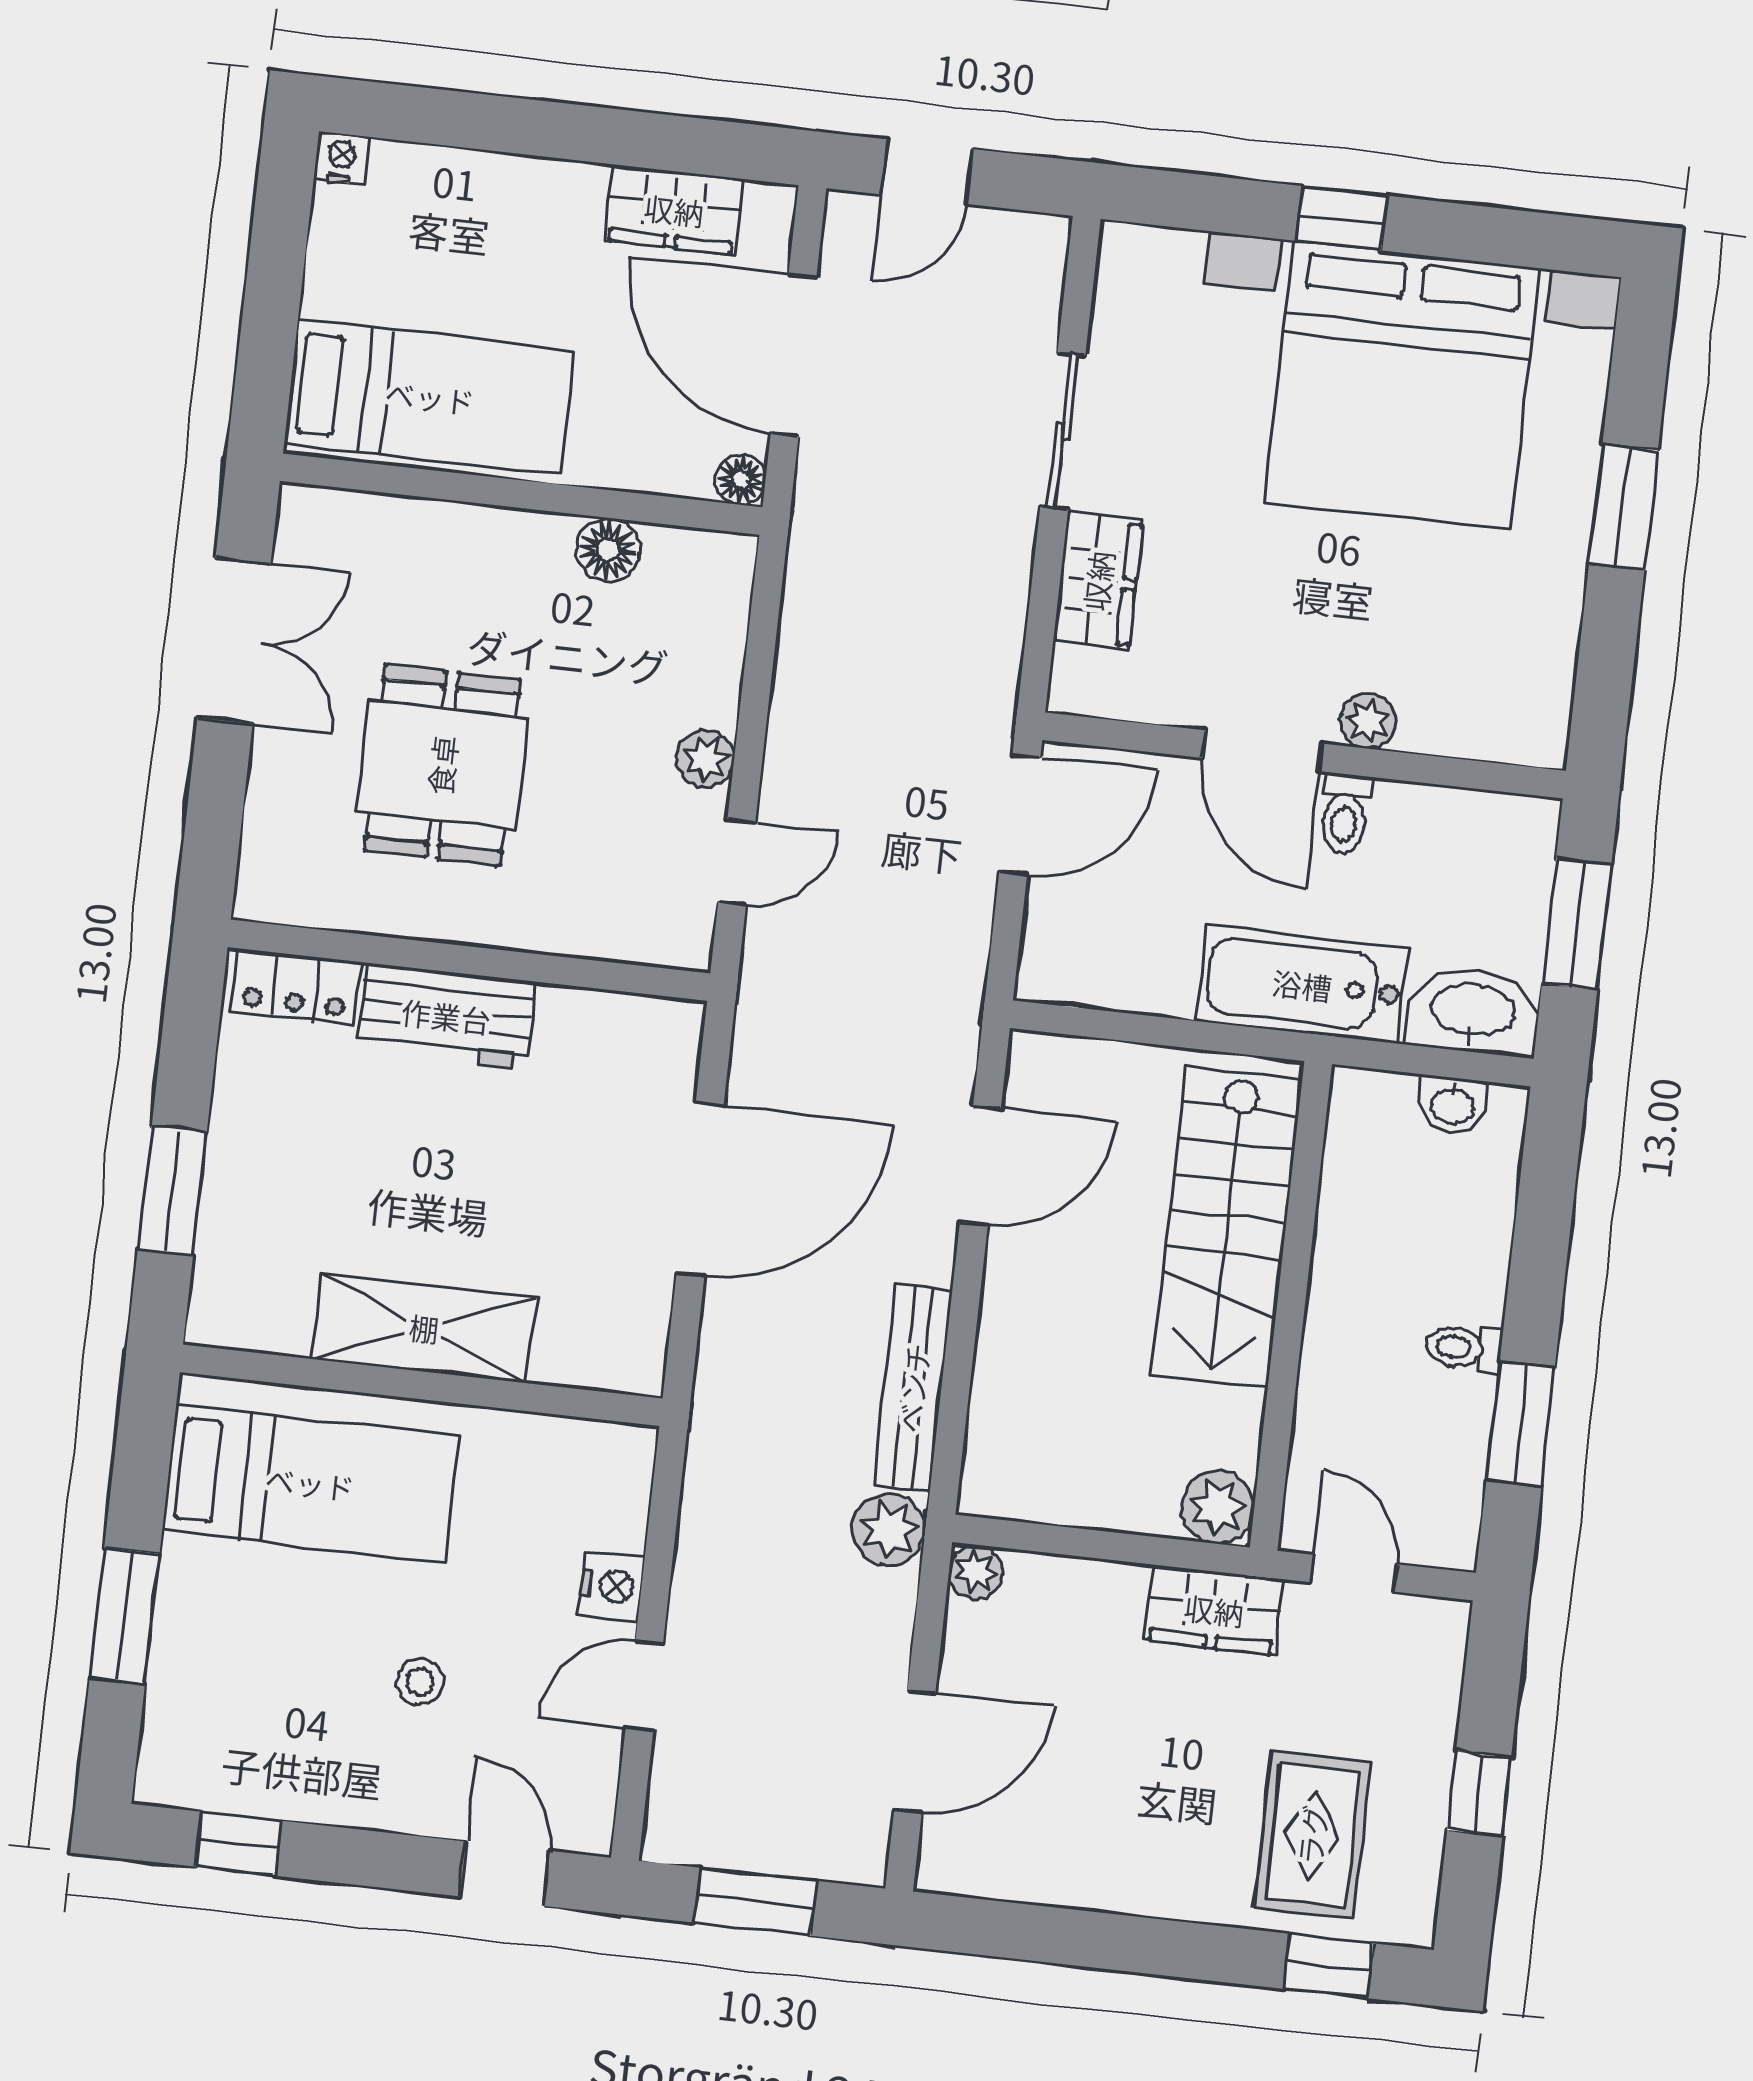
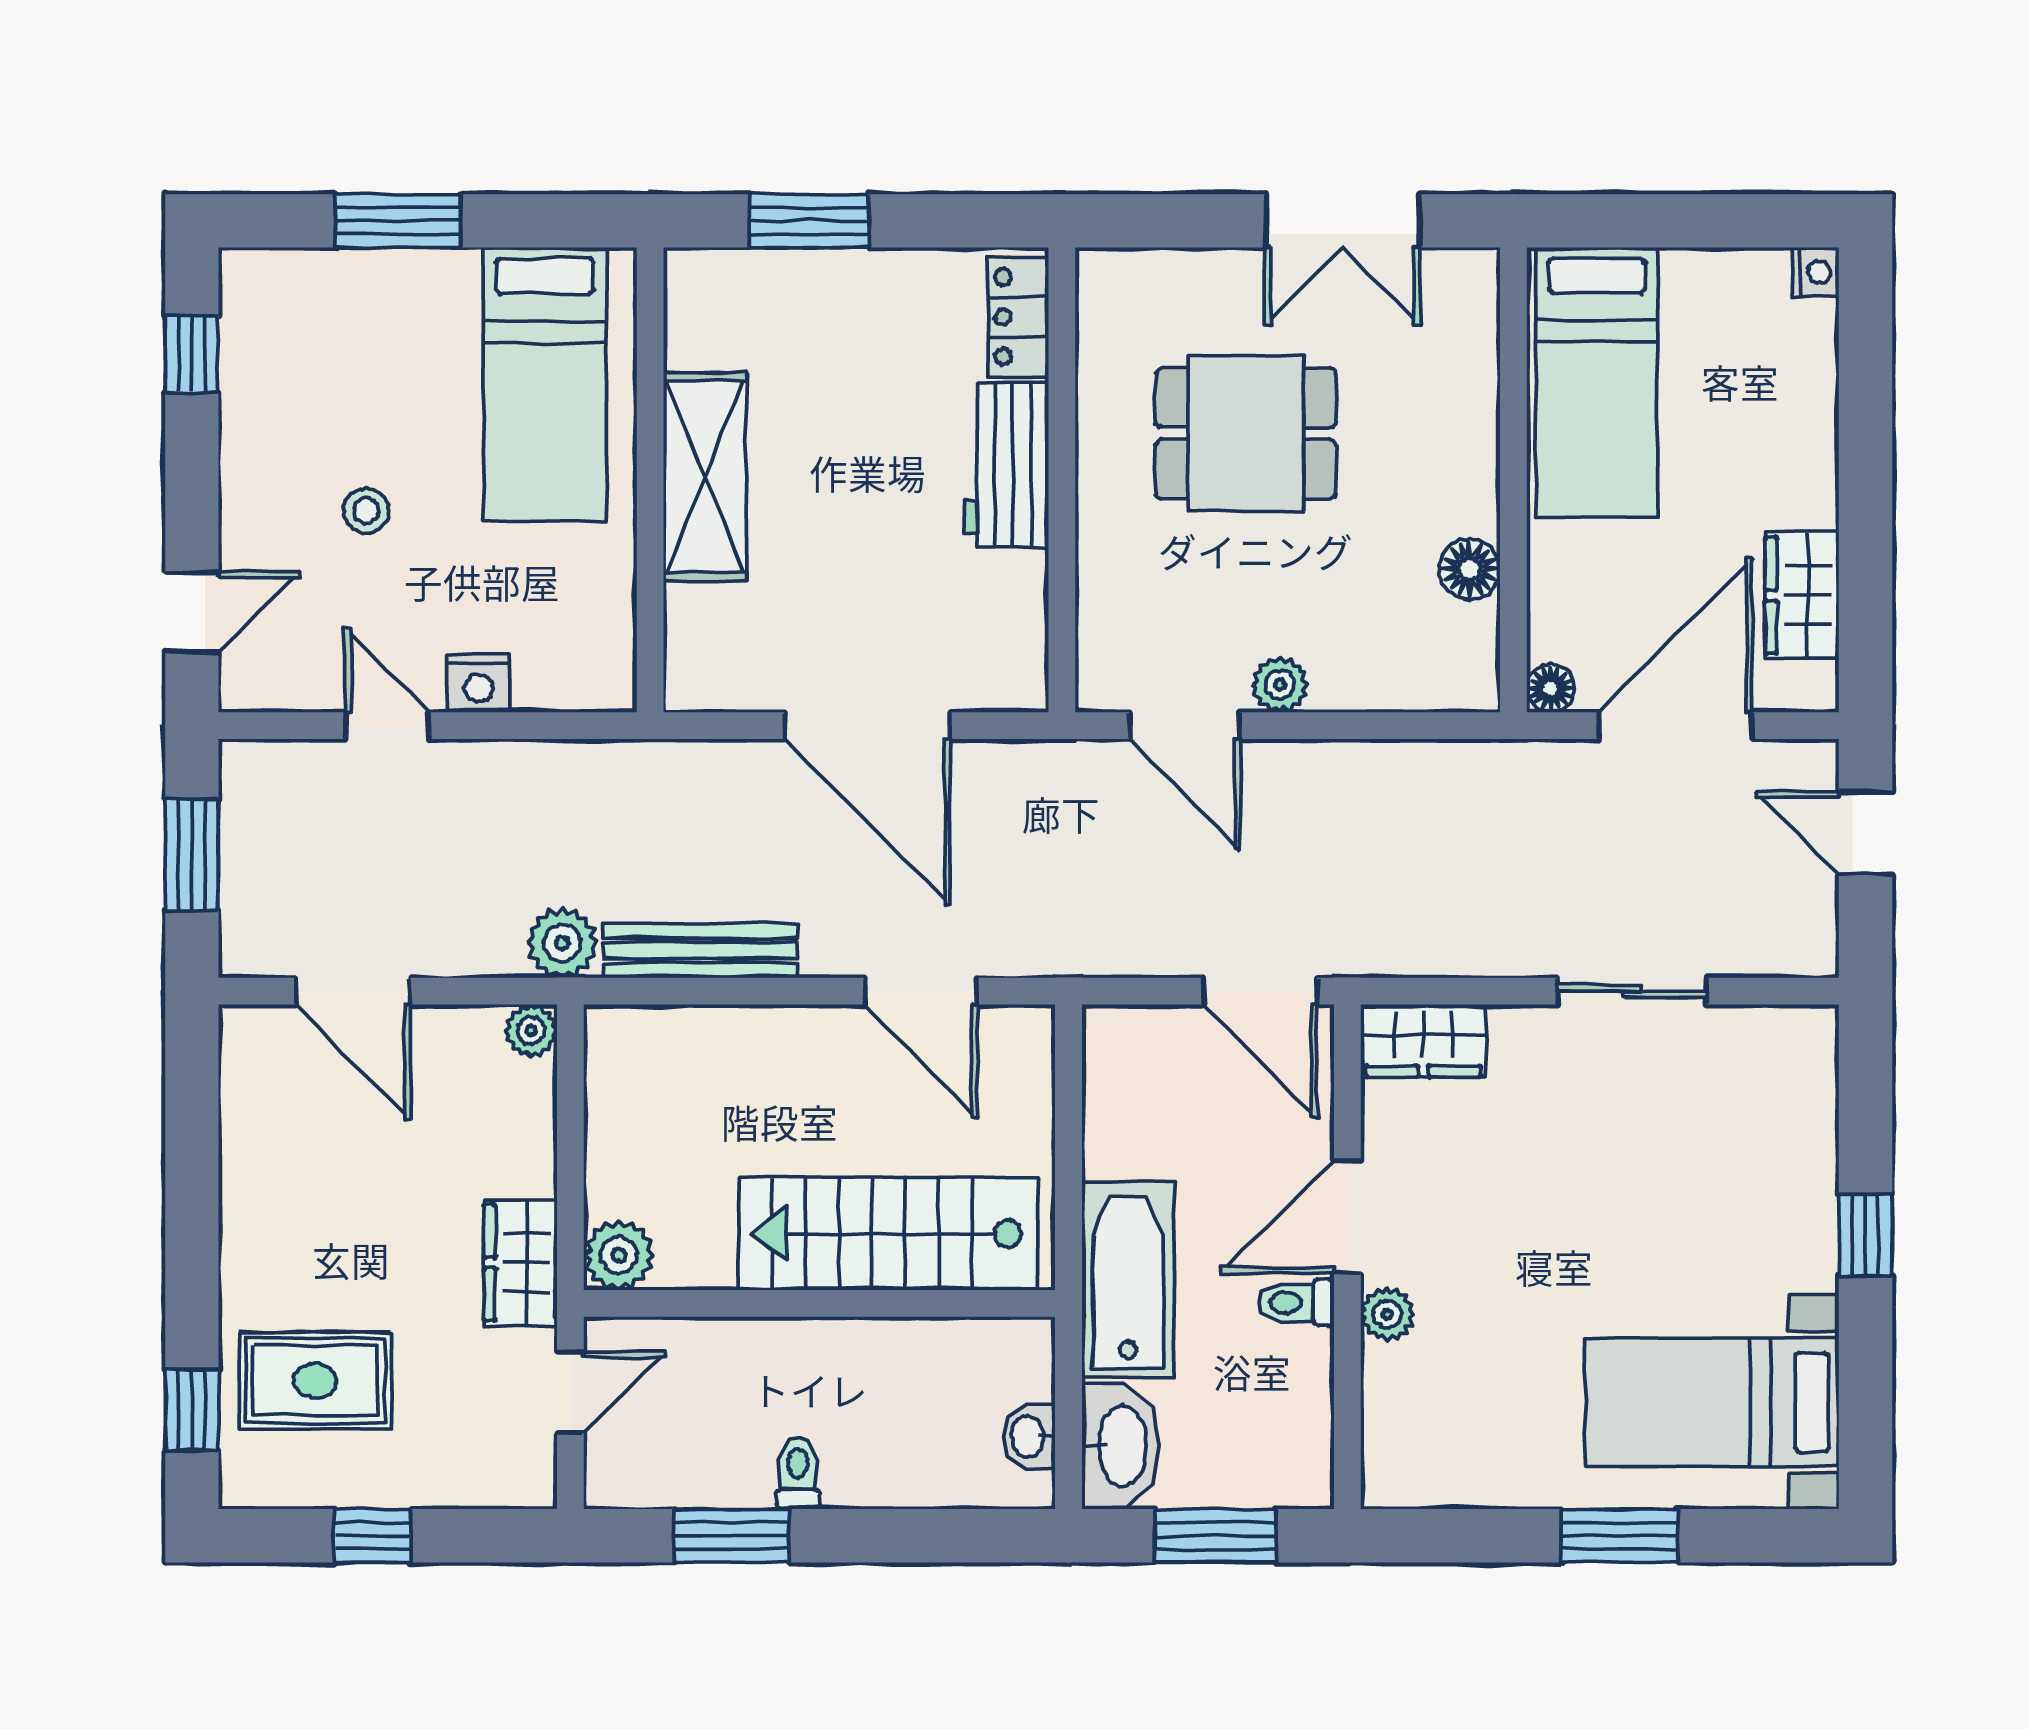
bed with nightstands: (1402, 385) -> (1712, 1402), width x0.54
wardrobe: (1098, 581) -> (1423, 1041), moved
door: (737, 862) -> (1185, 726), width x1.37

